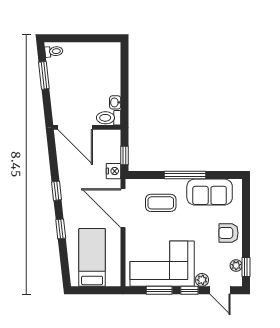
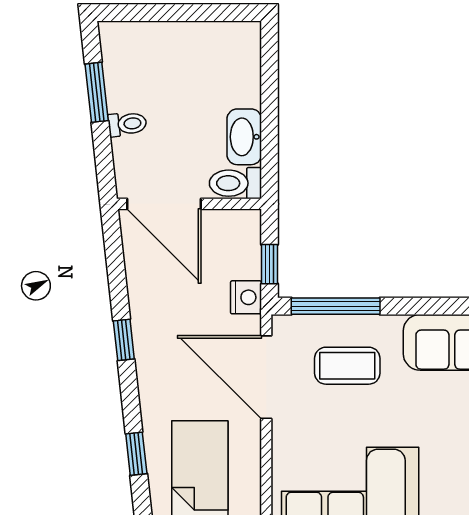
toilet: (54, 51) -> (127, 124), moved
washbasin: (115, 102) -> (244, 137), width x1.91, depth x1.45
window: (185, 175) -> (336, 306), moved
window: (61, 229) -> (136, 454), moved

